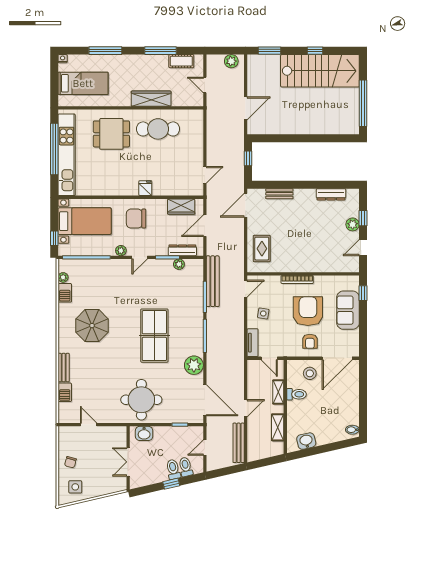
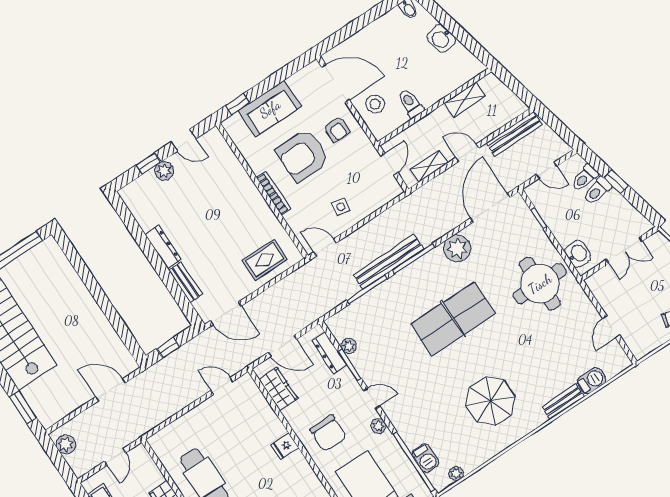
dresser: (331, 194) -> (163, 247), moved
bench: (213, 281) -> (388, 262), moved
barbecue: (65, 293) -> (425, 458), moved, turned 90
armchair: (310, 341) -> (337, 129), turned 90
tv unit: (253, 343) -> (384, 196), removed
shelving: (278, 392) -> (429, 166), moved
washbasin: (306, 441) -> (441, 38), moved

